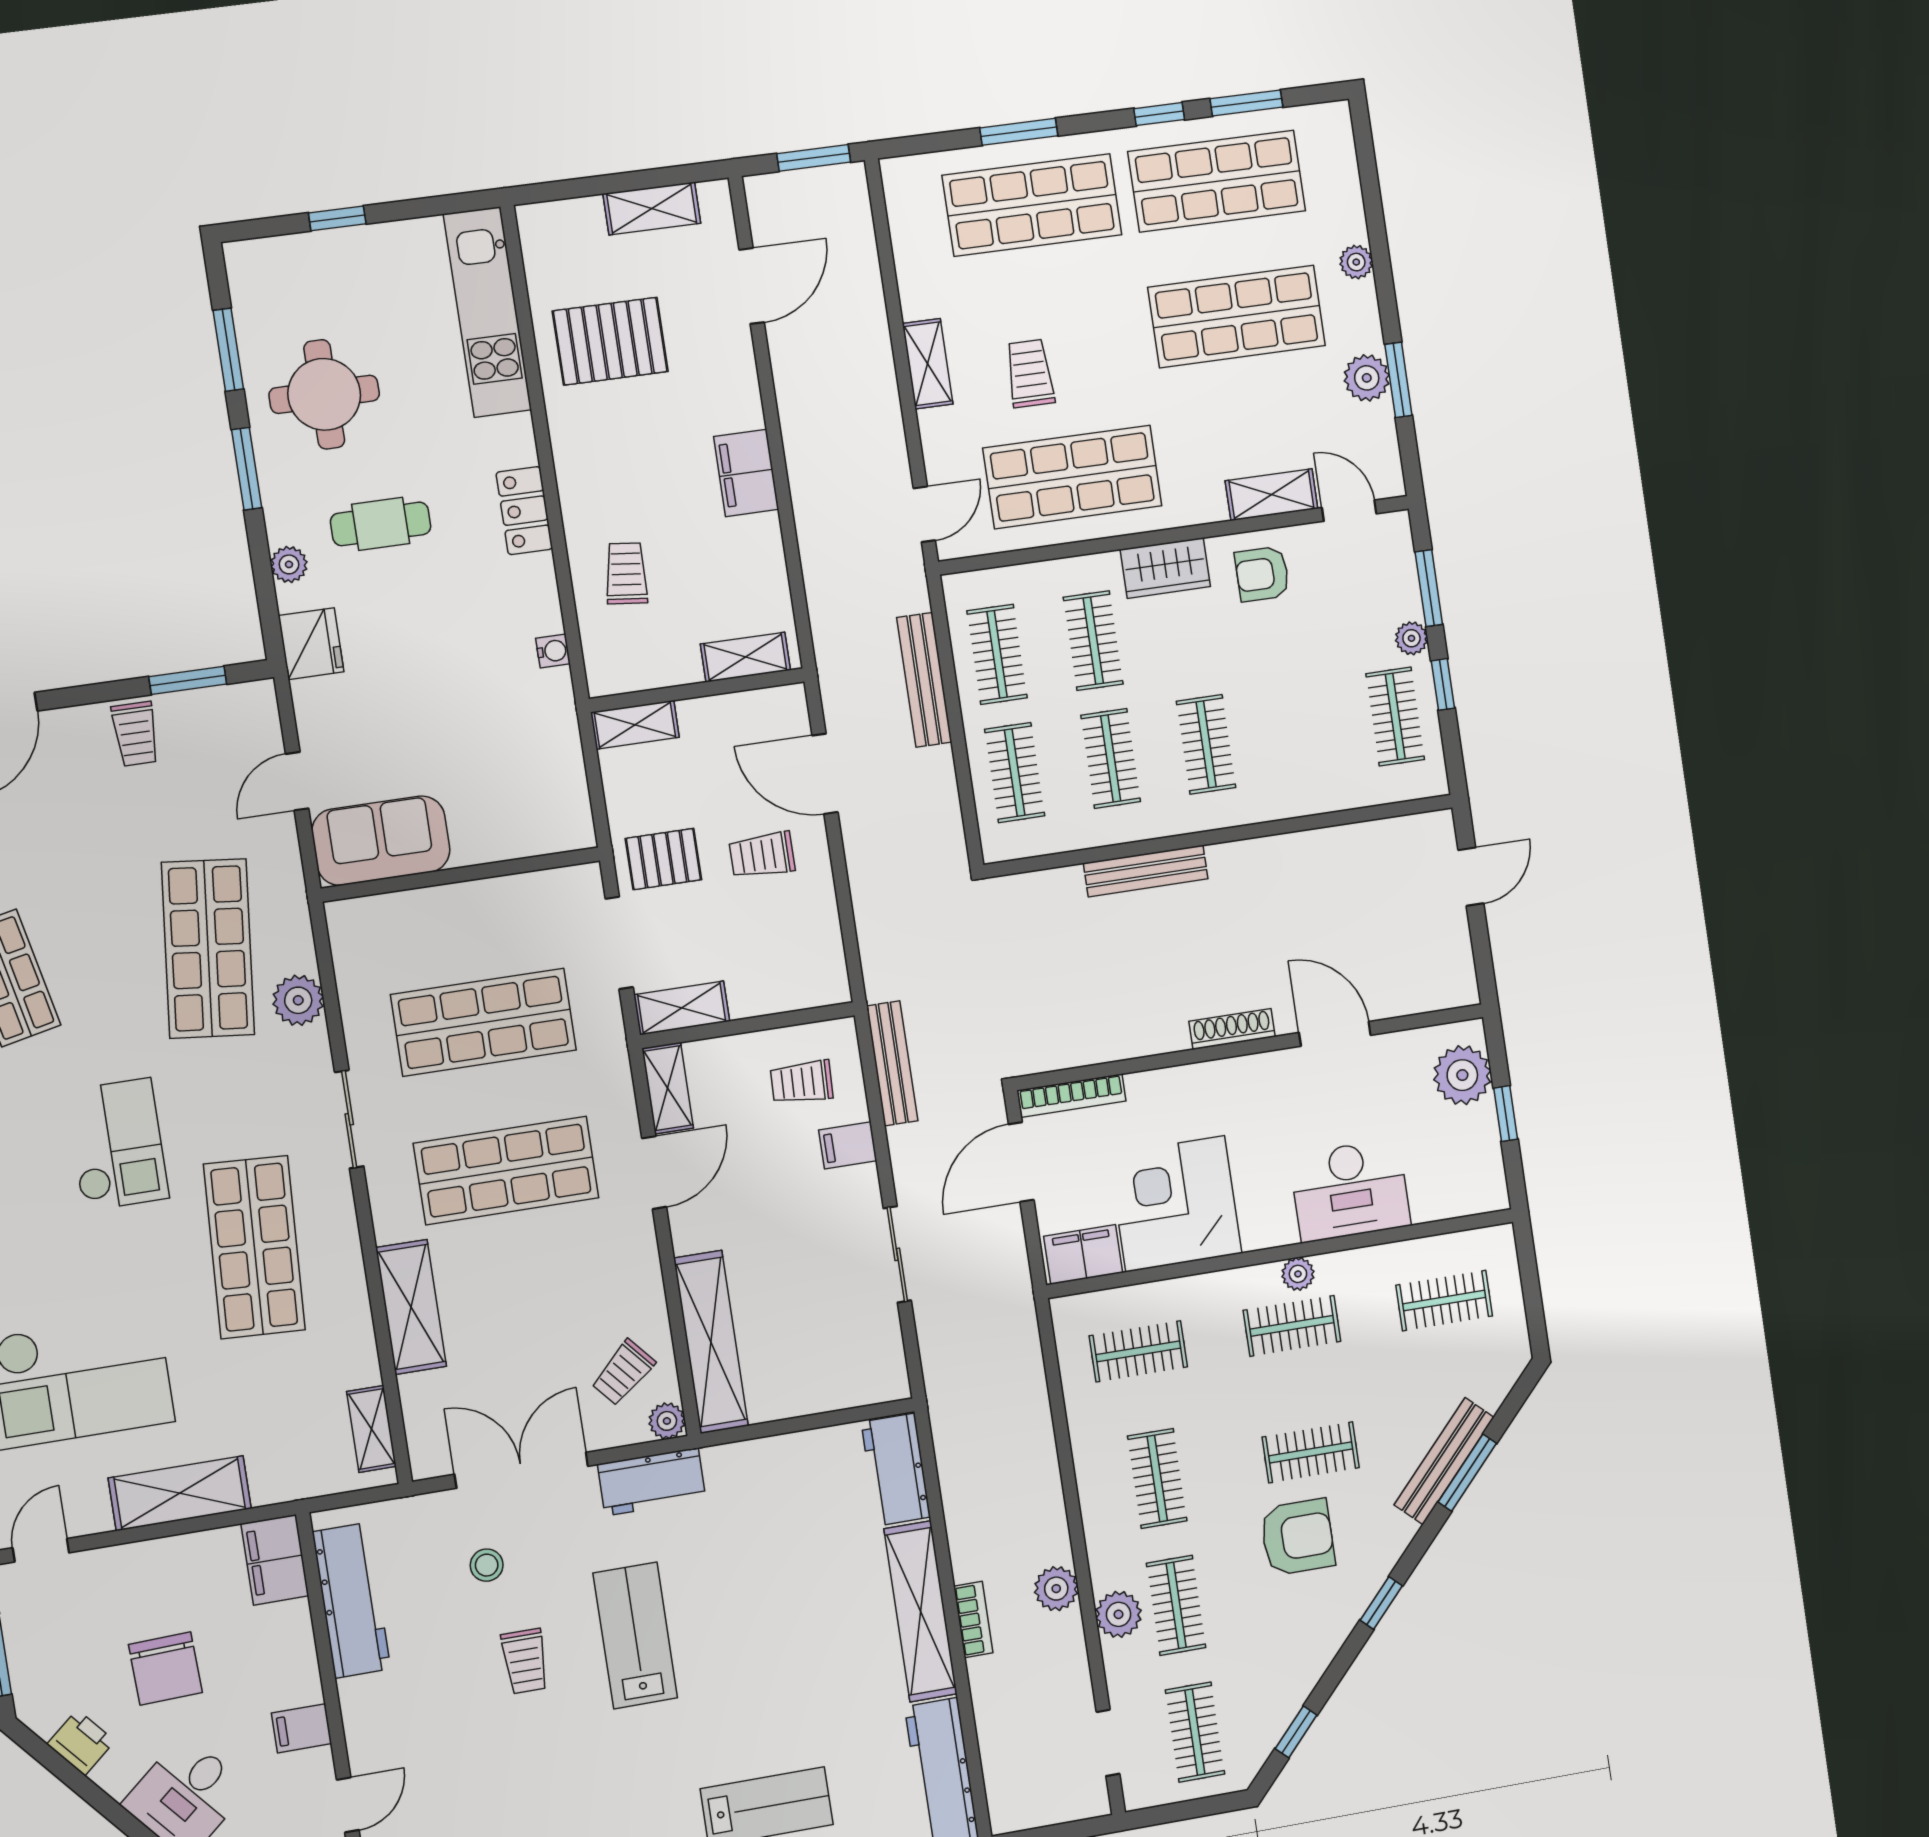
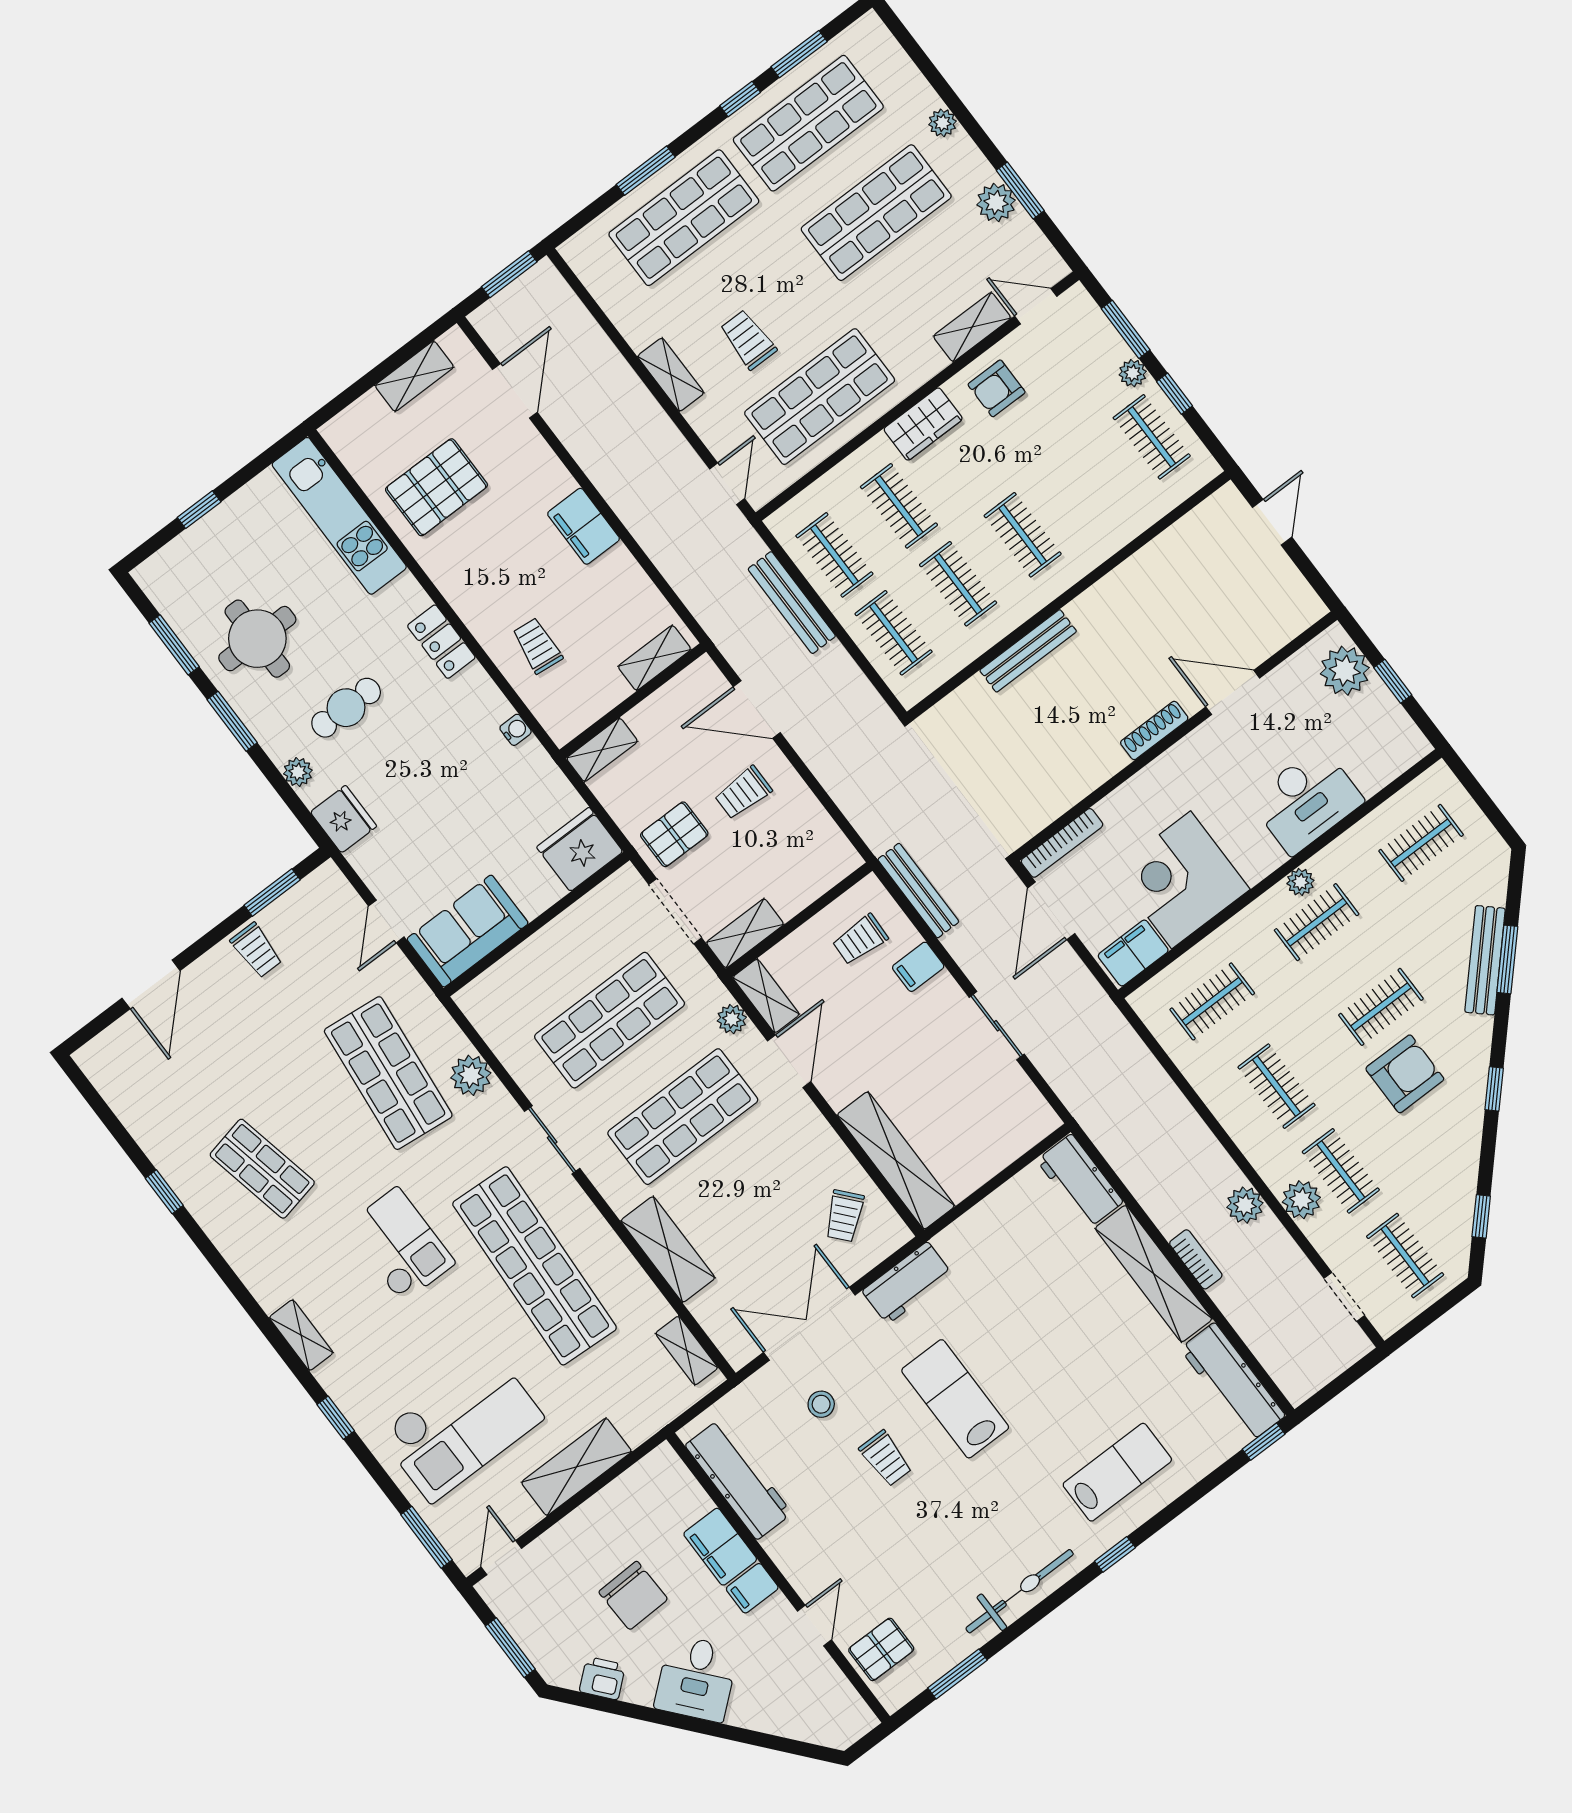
fridge: (552, 819) -> (580, 849), added
shop shelf: (254, 1247) -> (535, 1266), width x1.40
plant: (667, 1421) -> (732, 1019), moved
filing cabinet: (275, 1560) -> (720, 1547), moved

